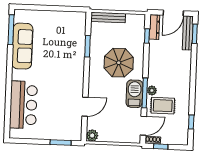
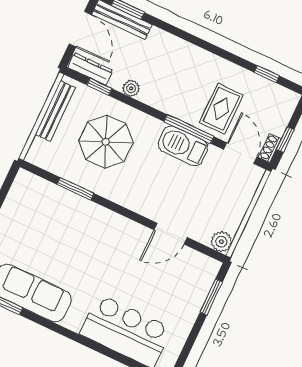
bench: (108, 17) -> (55, 111), moved
parasol: (119, 63) -> (106, 142), moved
plant: (152, 90) -> (131, 88), moved
door: (85, 107) -> (171, 234), swing flipped

